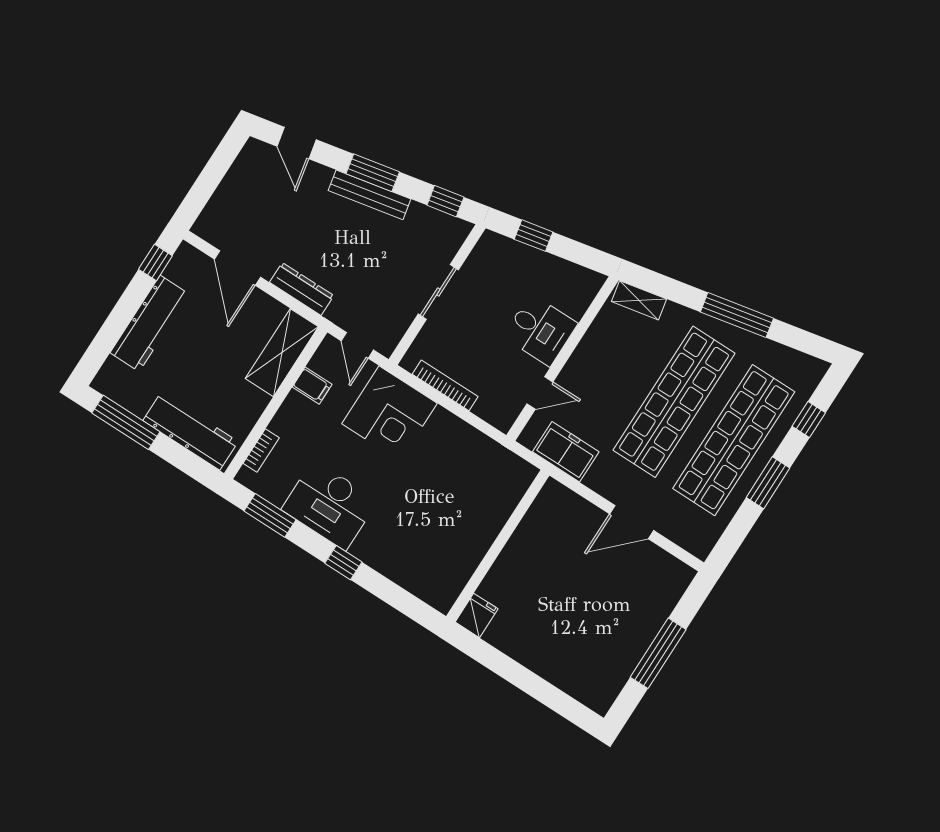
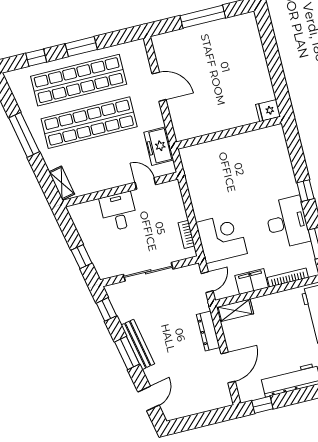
sliding door: (438, 292) -> (148, 272), width x1.37
shelving: (282, 353) -> (235, 310), width x0.67, depth x0.75
bookcase: (445, 385) -> (186, 234), width x0.64
filing cabinet: (312, 386) -> (252, 281), width x2.00
bookcase: (261, 450) -> (288, 278), width x1.56

